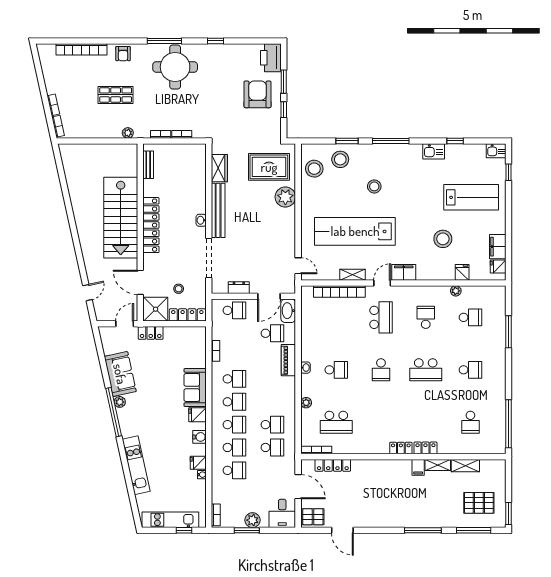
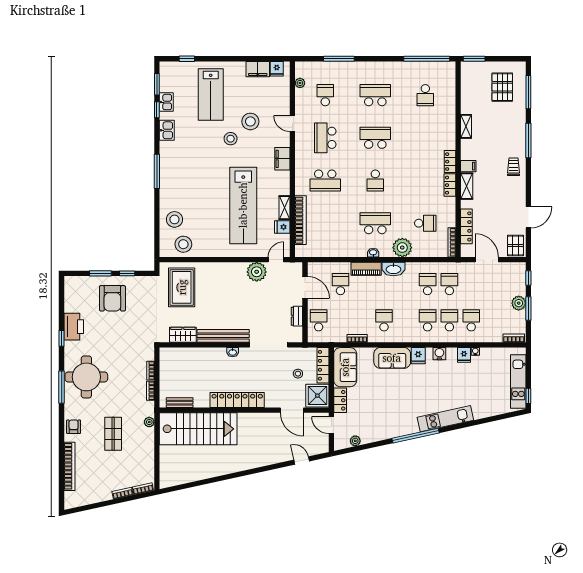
armchair: (123, 54) -> (74, 427), turned -90
printer: (271, 58) -> (74, 327), moved, turned -90
armchair: (257, 94) -> (112, 298), turned -90
window: (347, 141) -> (157, 84), moved
kitchen sink: (496, 151) -> (166, 102), moved
stool: (374, 186) -> (231, 139), moved
plant: (285, 197) -> (257, 272), moved
lab bench: (471, 197) -> (211, 94), turned 180
stairs: (121, 218) -> (198, 429), moved
fridge: (462, 272) -> (282, 227), moved
door: (140, 282) -> (292, 410), hinge flipped
door: (382, 283) -> (292, 124), moved
plant: (456, 291) -> (300, 83), moved
washbasin: (288, 311) -> (393, 269), moved
school desk: (381, 317) -> (325, 180), turned 180
school desk: (426, 317) -> (325, 138), width x1.85
school desk: (336, 370) -> (375, 223), width x1.85
school desk: (381, 370) -> (375, 180), turned 90
school desk: (426, 370) -> (375, 138), turned -90
school desk: (470, 370) -> (375, 95), width x1.85
sofa: (120, 374) -> (345, 367), moved, turned 102
plant: (120, 402) -> (355, 441), moved
school desk: (234, 402) -> (406, 320), removed
plant: (306, 403) -> (402, 248), width x1.87, depth x1.87
school desk: (336, 422) -> (425, 223), width x0.54
school desk: (470, 422) -> (425, 95), turned 90
locker: (425, 448) -> (450, 185), moved
kitchen unit: (136, 465) -> (445, 419), moved
shelving: (465, 466) -> (467, 186), moved
filing cabinet: (418, 467) -> (468, 166), moved
door: (298, 487) -> (487, 260), hinge flipped
desk: (282, 513) -> (512, 275), removed
window: (509, 513) -> (474, 59), moved
trolley: (395, 515) -> (513, 167), added
window: (184, 530) -> (528, 396), moved
window: (279, 530) -> (528, 278), added

